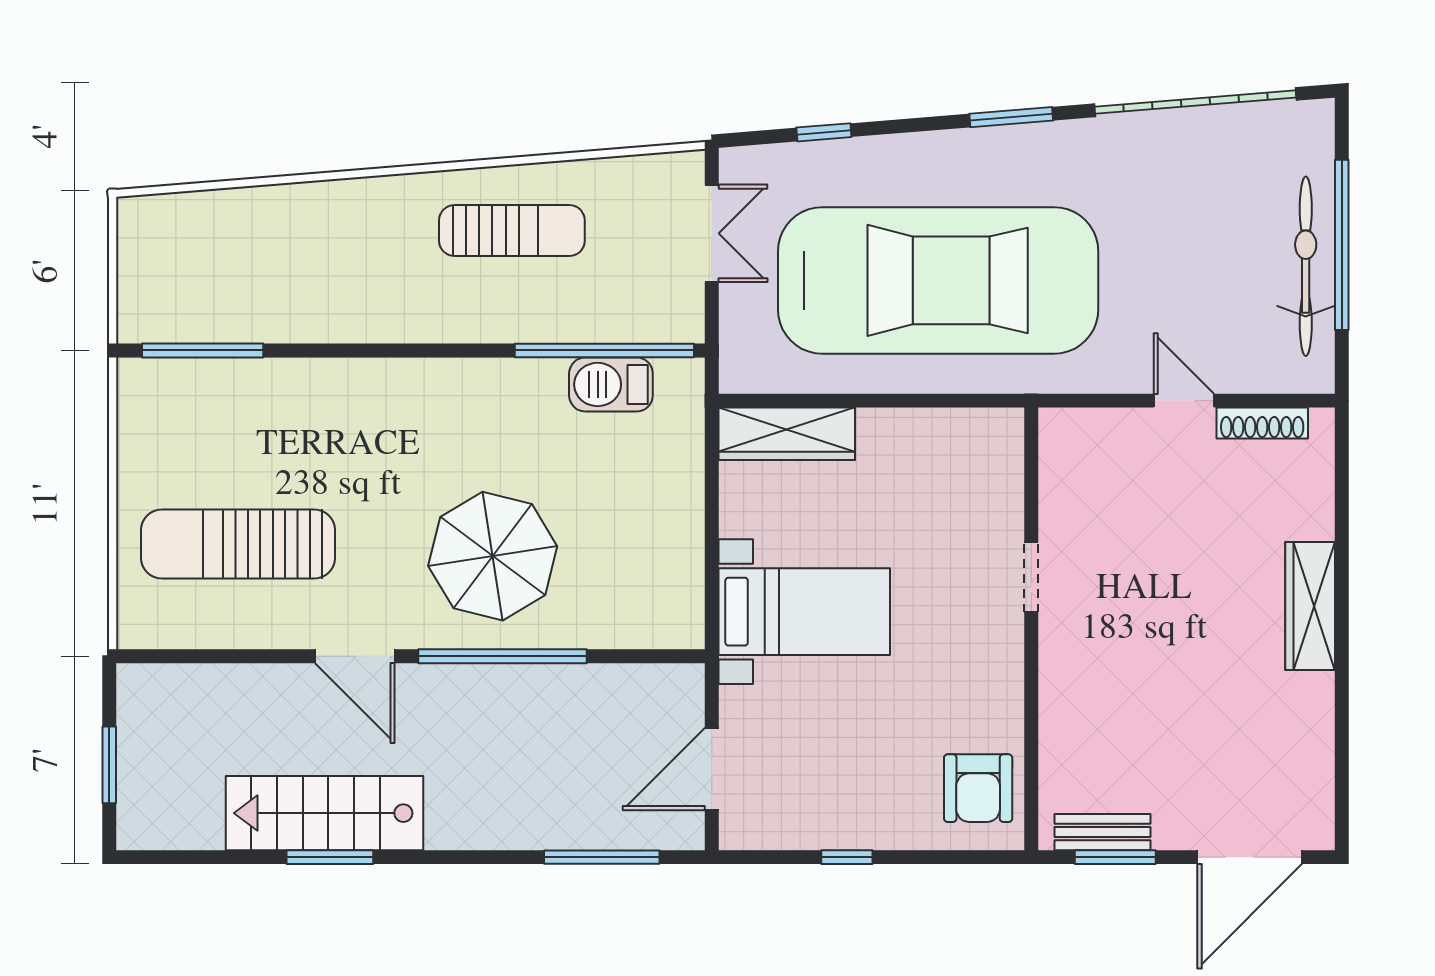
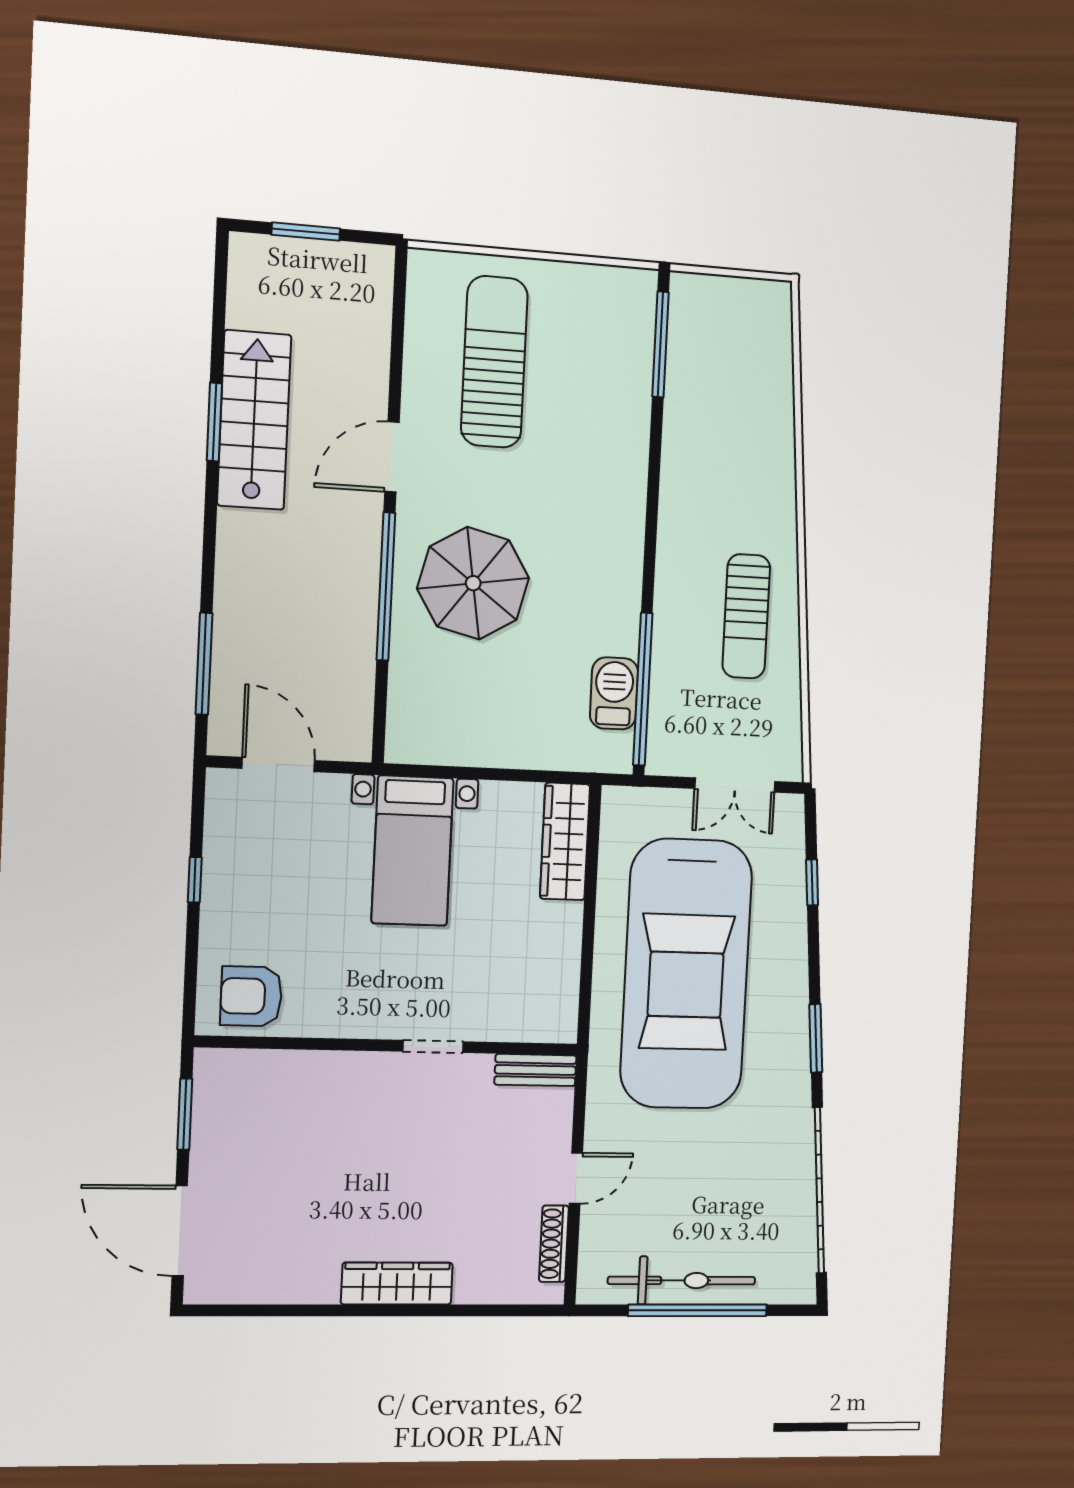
bench: (1103, 832) -> (535, 1070), moved, turned 90

